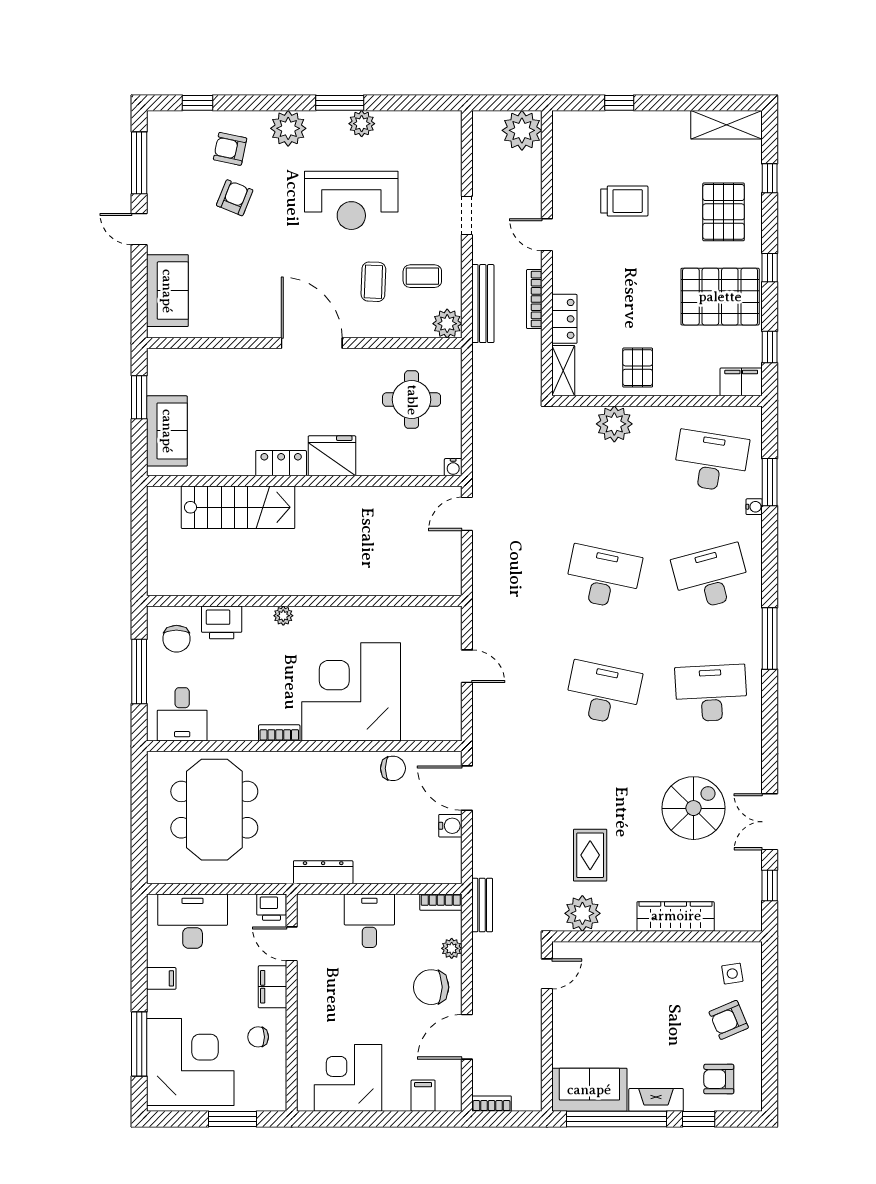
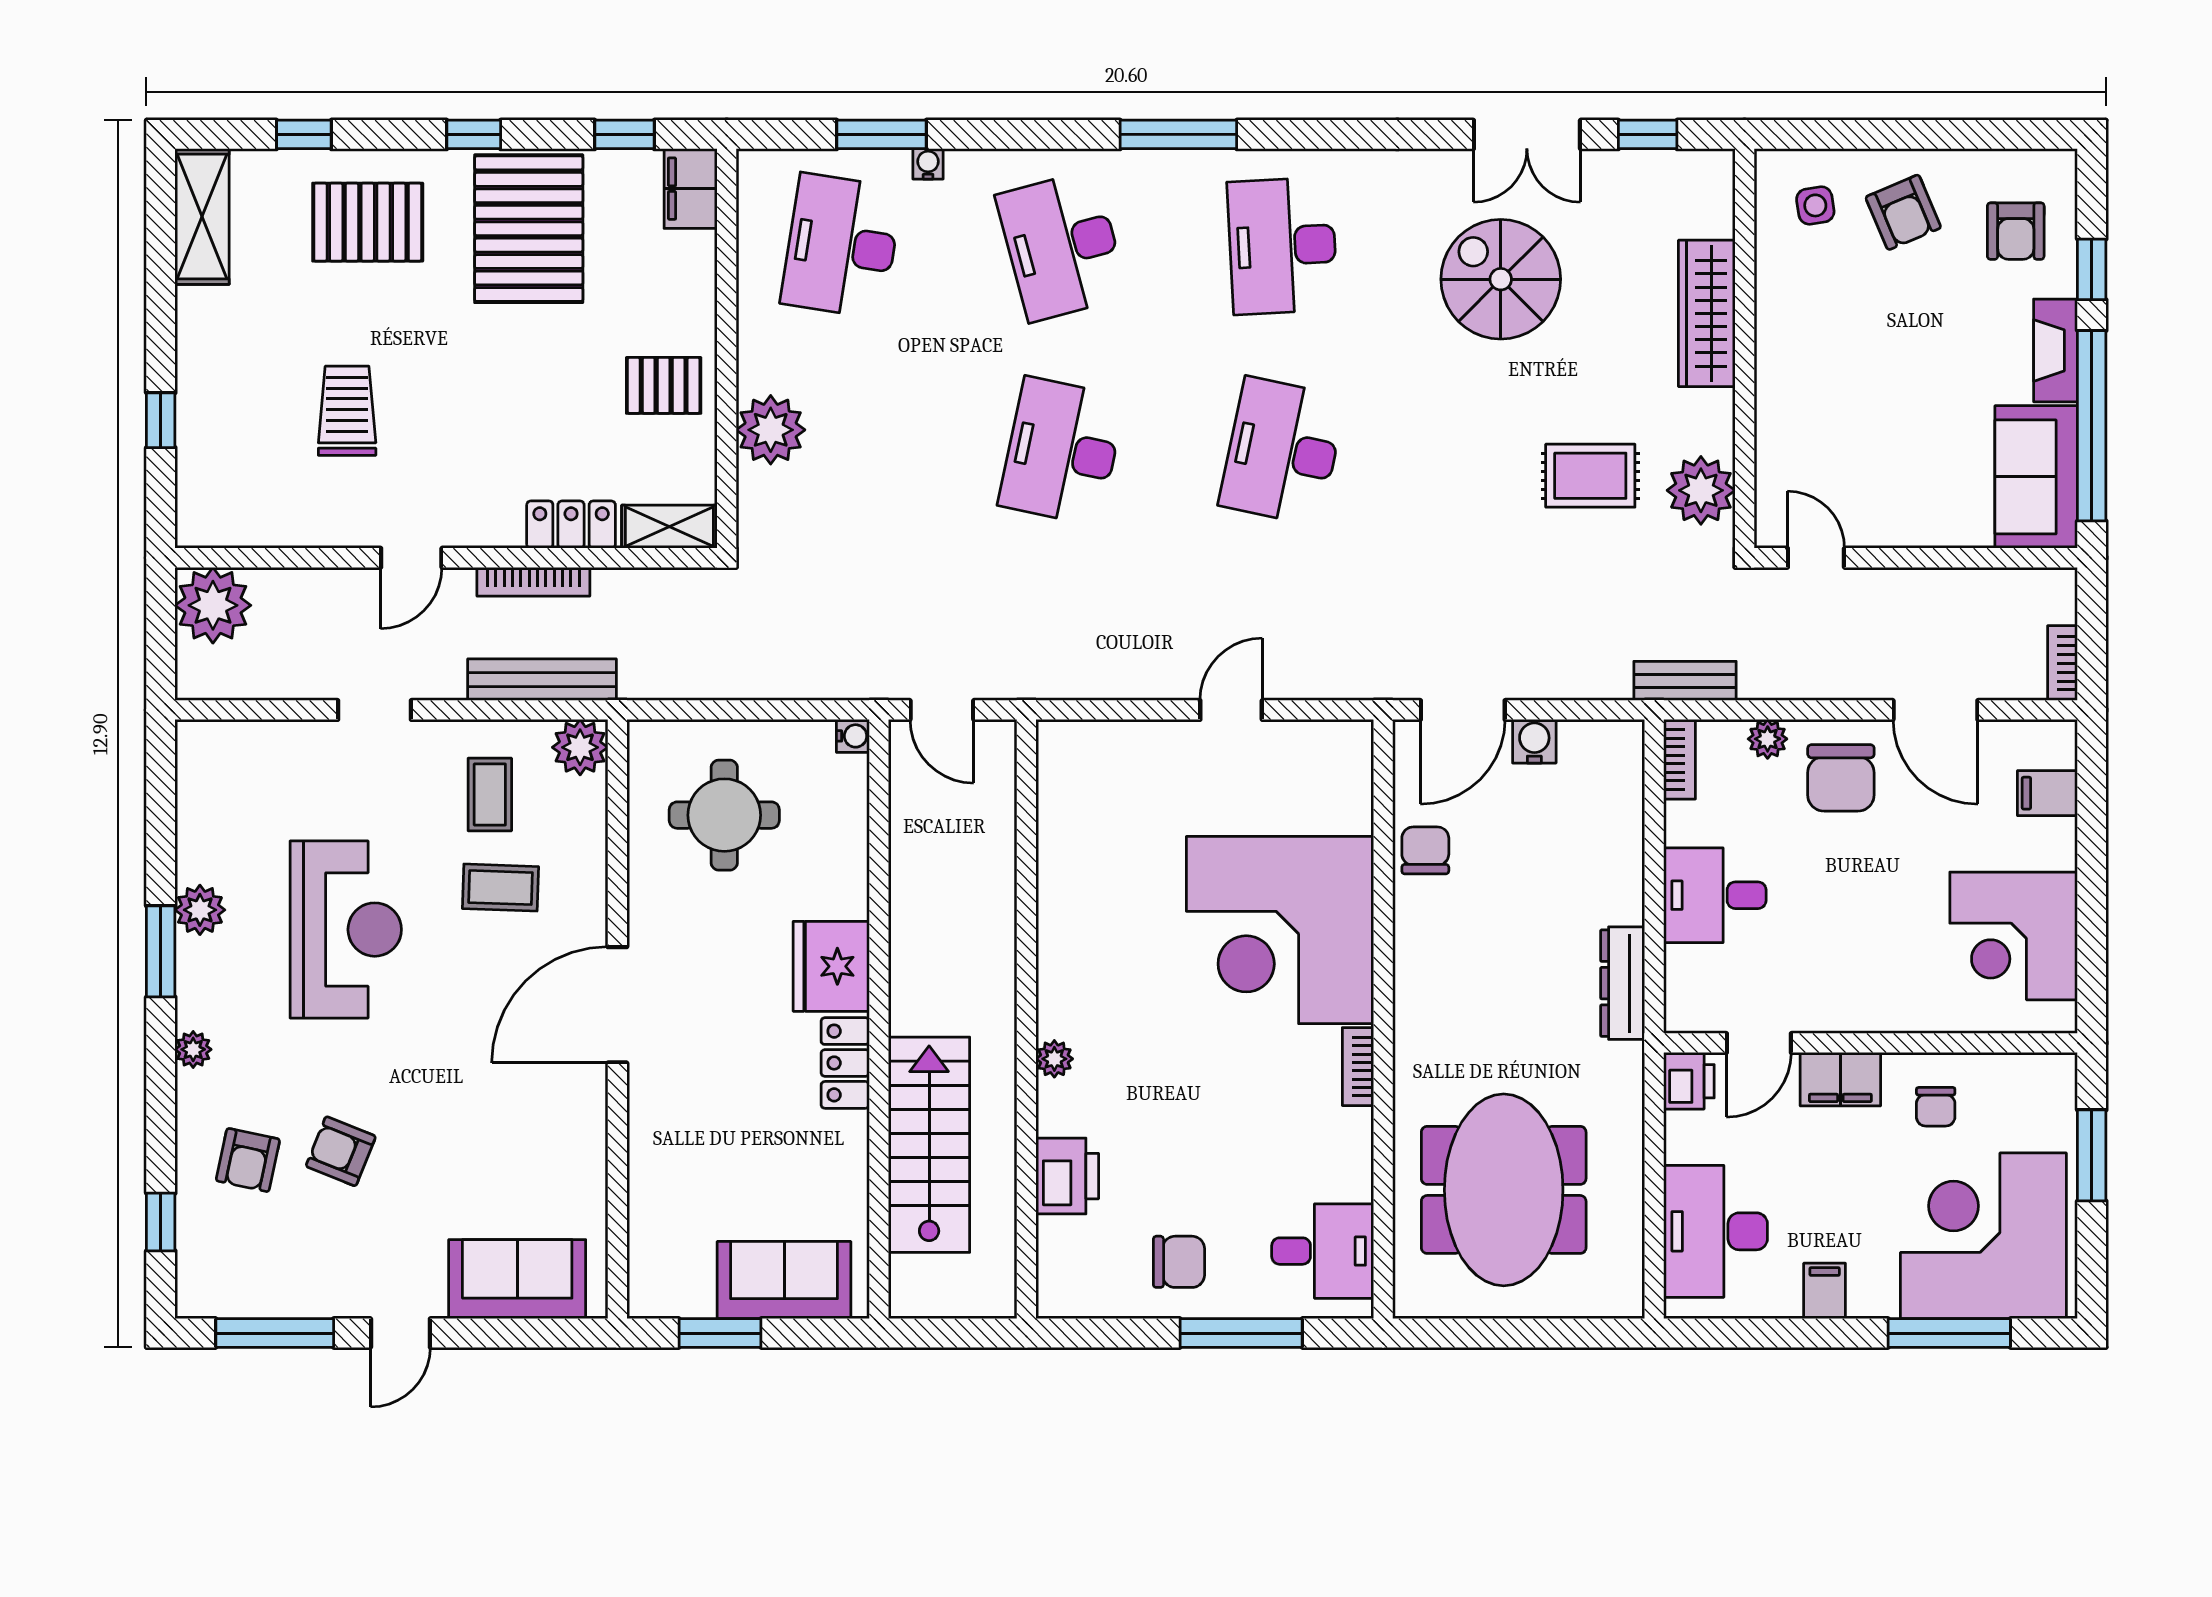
plant: (288, 128) -> (193, 1049), width x0.53, depth x0.53
wall: (304, 601) -> (1026, 1019), moved
plant: (283, 616) -> (1054, 1059), moved
printer: (222, 622) -> (1067, 1176), moved
meeting table: (214, 810) -> (1504, 1190), turned 90

